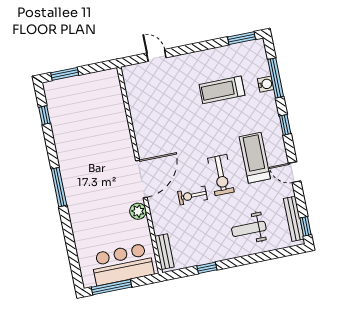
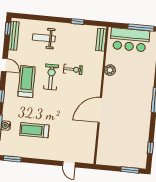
treadmill: (222, 90) -> (34, 130), turned 180
treadmill: (255, 158) -> (27, 81), turned 180
door: (141, 179) -> (100, 110), moved
weight bench: (249, 229) -> (44, 38), turned 180

